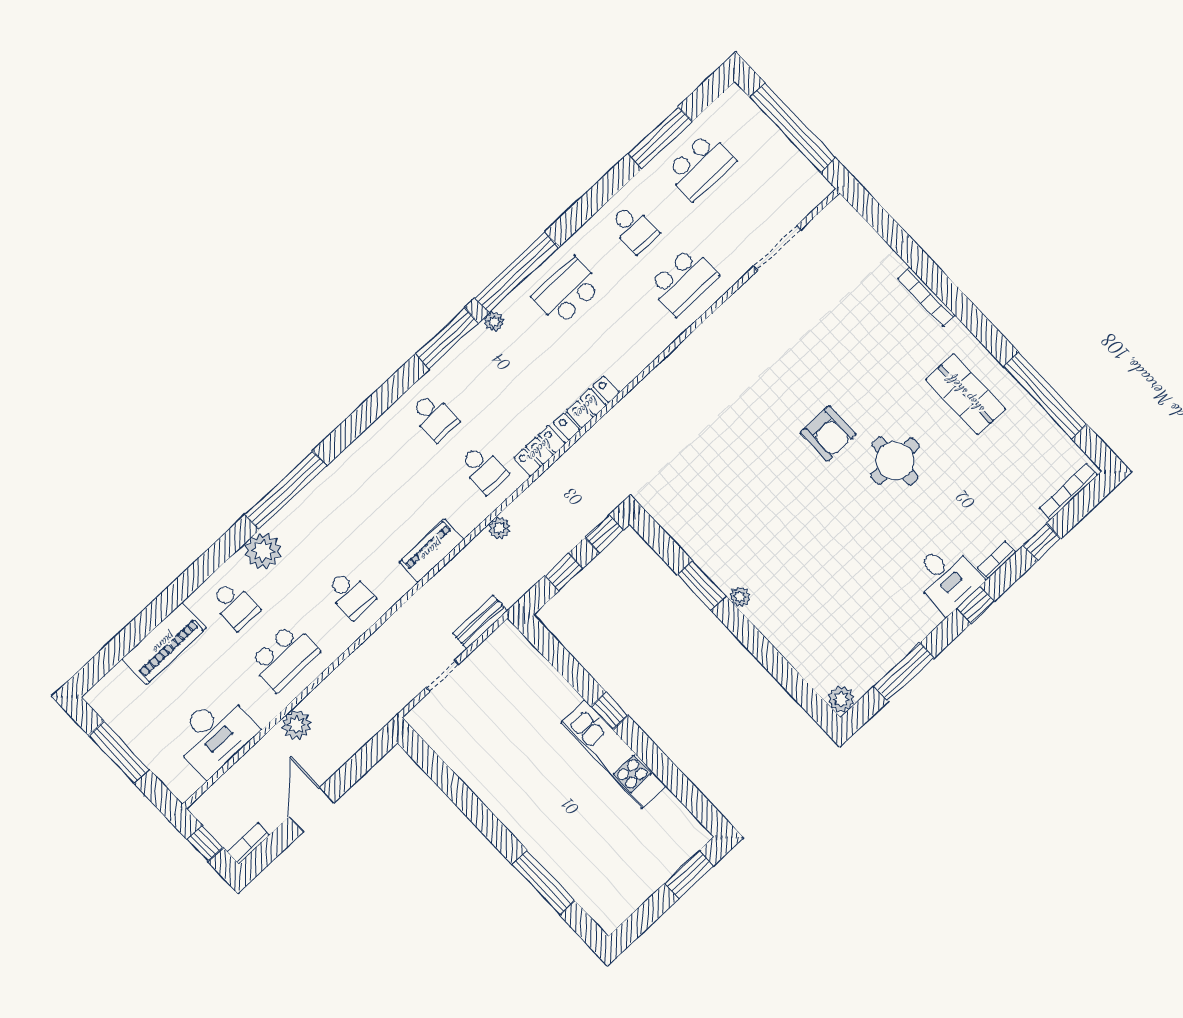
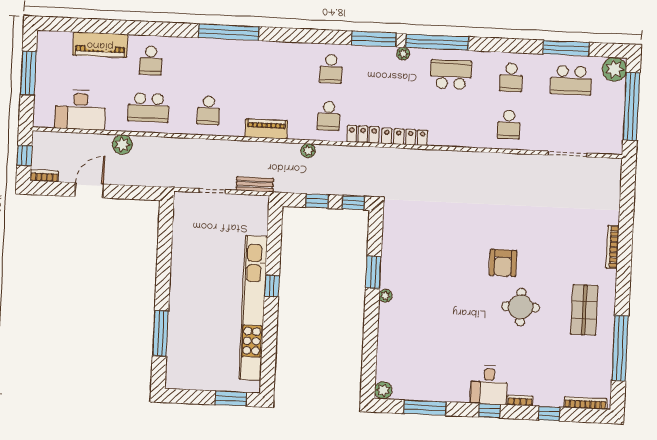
school desk: (683, 281) -> (509, 124), width x0.54
plant: (263, 551) -> (614, 69), moved
kitchen unit: (614, 754) -> (253, 308), width x1.86

